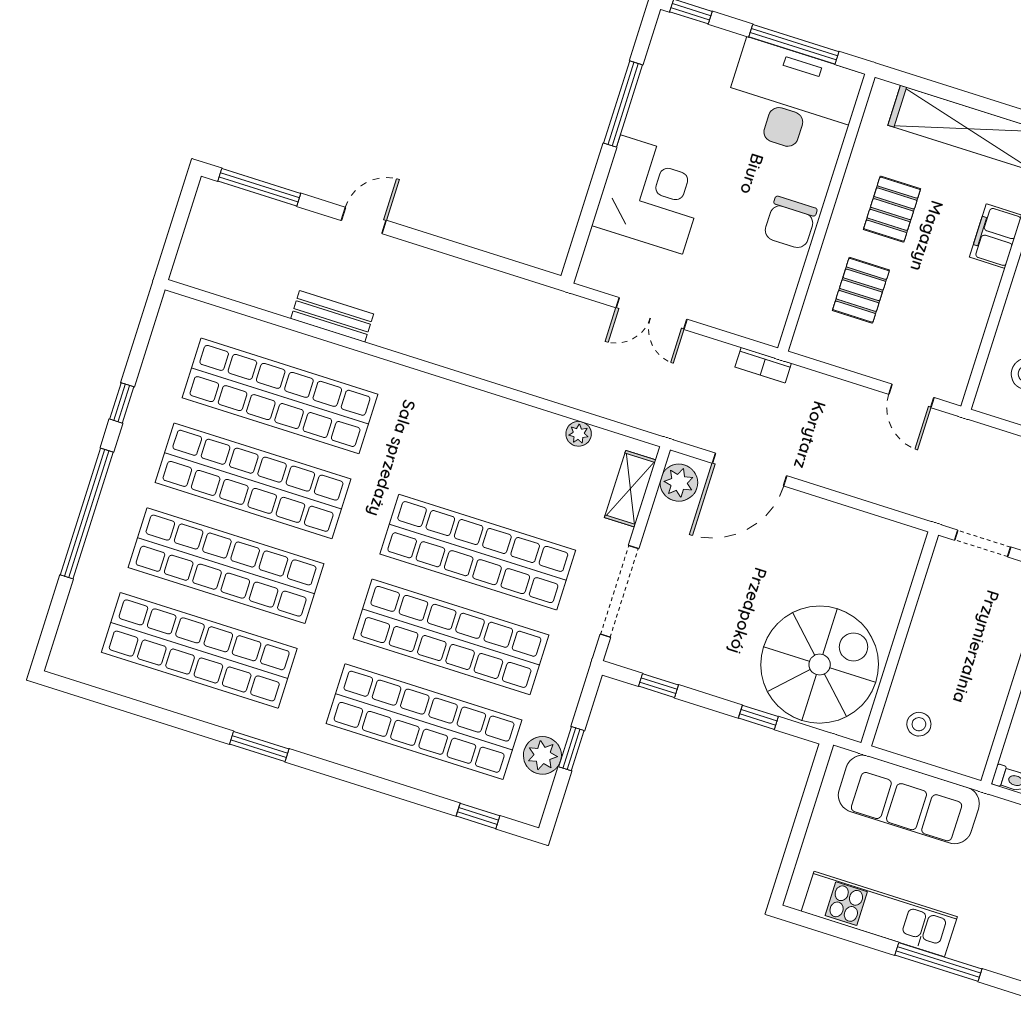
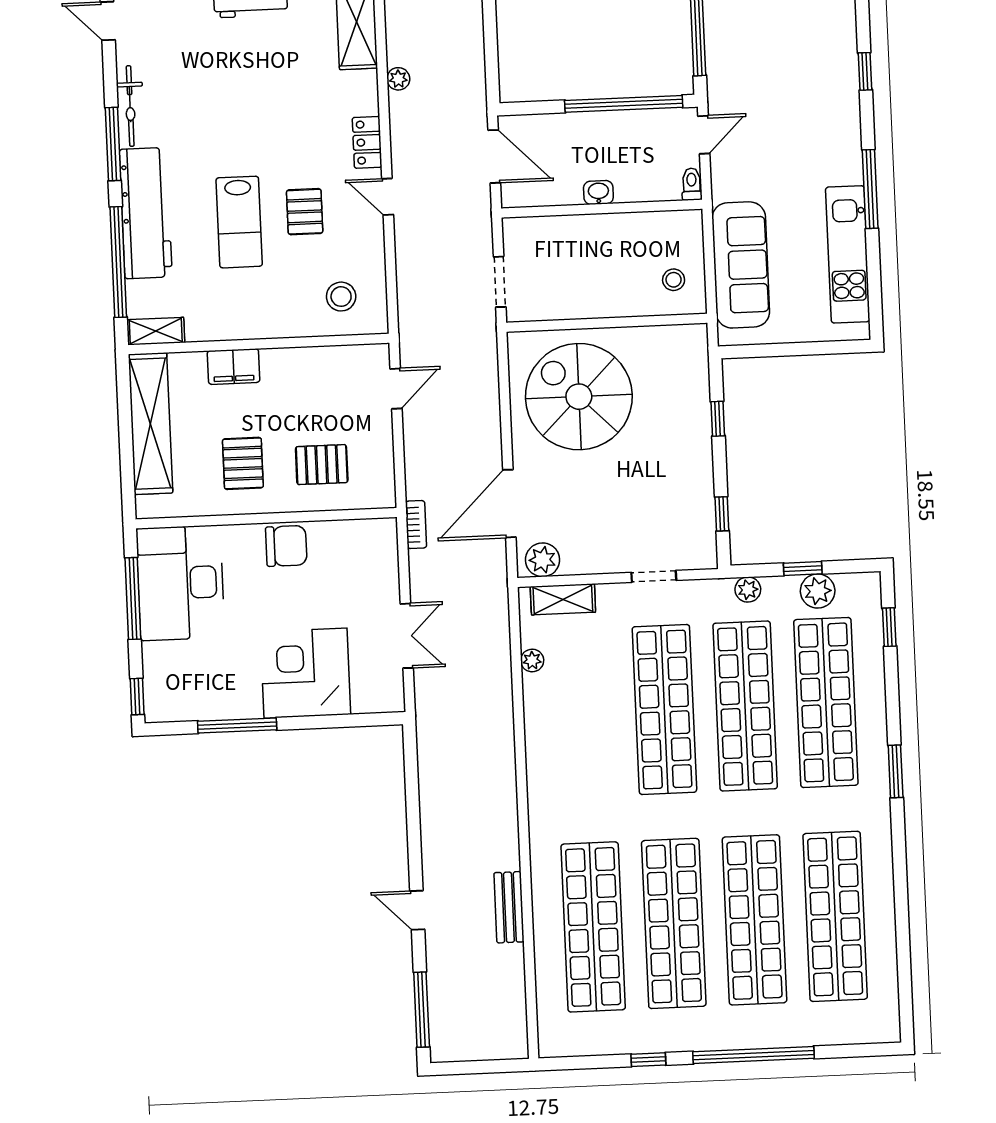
pallet: (892, 209) -> (243, 463), turned 90
door: (750, 470) -> (509, 504), swing flipped
doorway: (620, 591) -> (654, 576), width x0.53
spiral stairs: (820, 665) -> (579, 397), moved
plant: (570, 684) -> (748, 590), added
window: (259, 747) -> (896, 771), moved

